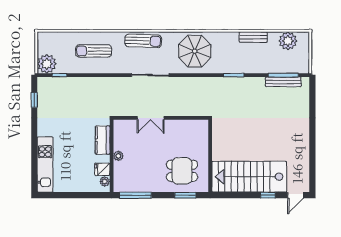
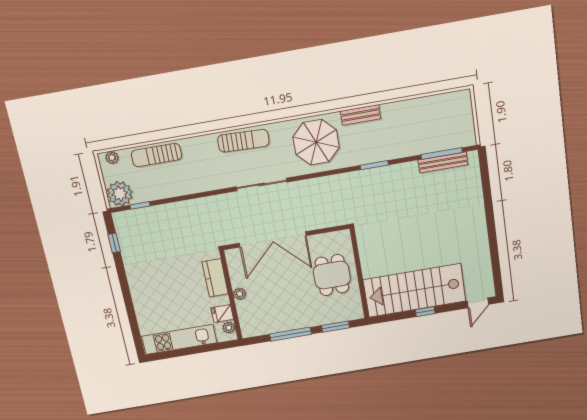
bench: (253, 37) -> (361, 115), moved
plant: (288, 41) -> (112, 158), moved, width x0.53, depth x0.53
sun lounger: (94, 51) -> (156, 155), moved
double door: (151, 118) -> (273, 239), width x1.87
kitchen unit: (45, 165) -> (179, 339), moved, turned -90
dining table: (182, 171) -> (332, 275), moved, turned 90
window: (135, 195) -> (291, 334), moved
window: (268, 195) -> (425, 312), moved

